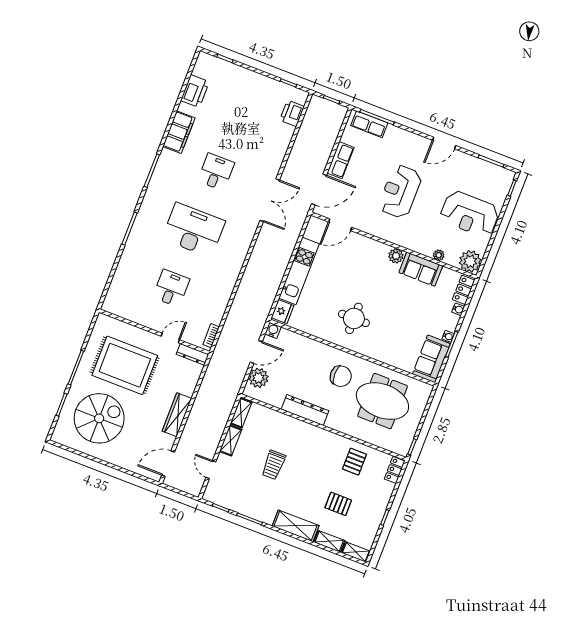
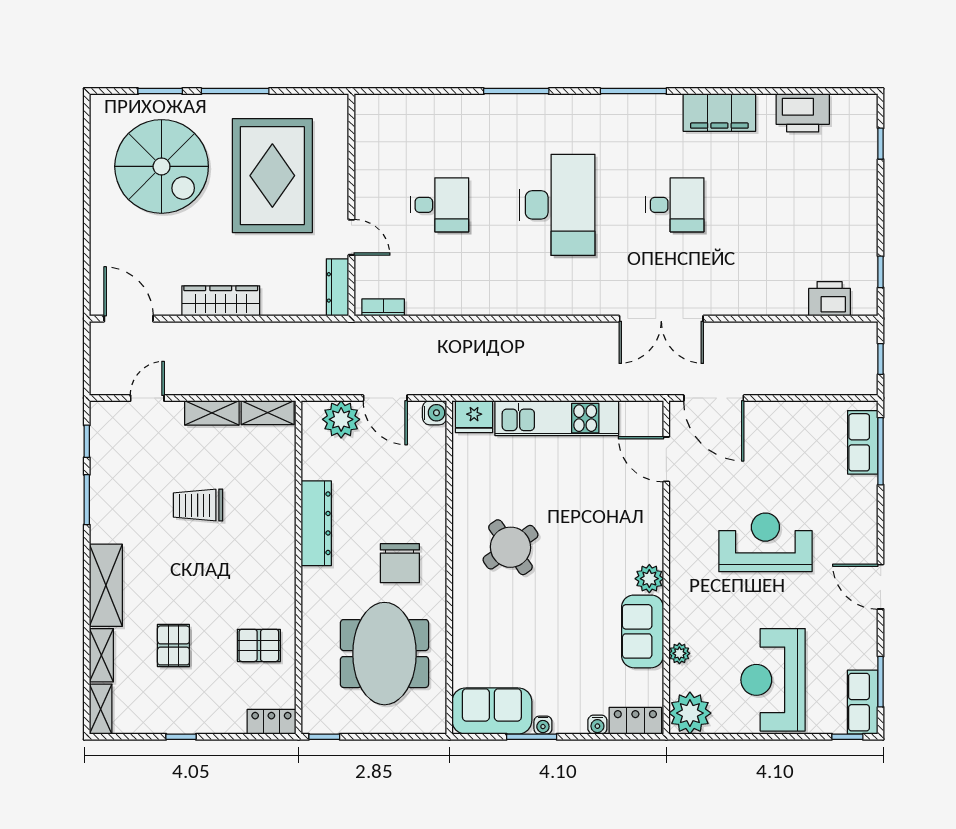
row of seats: (340, 160) -> (863, 702), moved, turned 90
round table: (354, 318) -> (510, 547), turned -35

